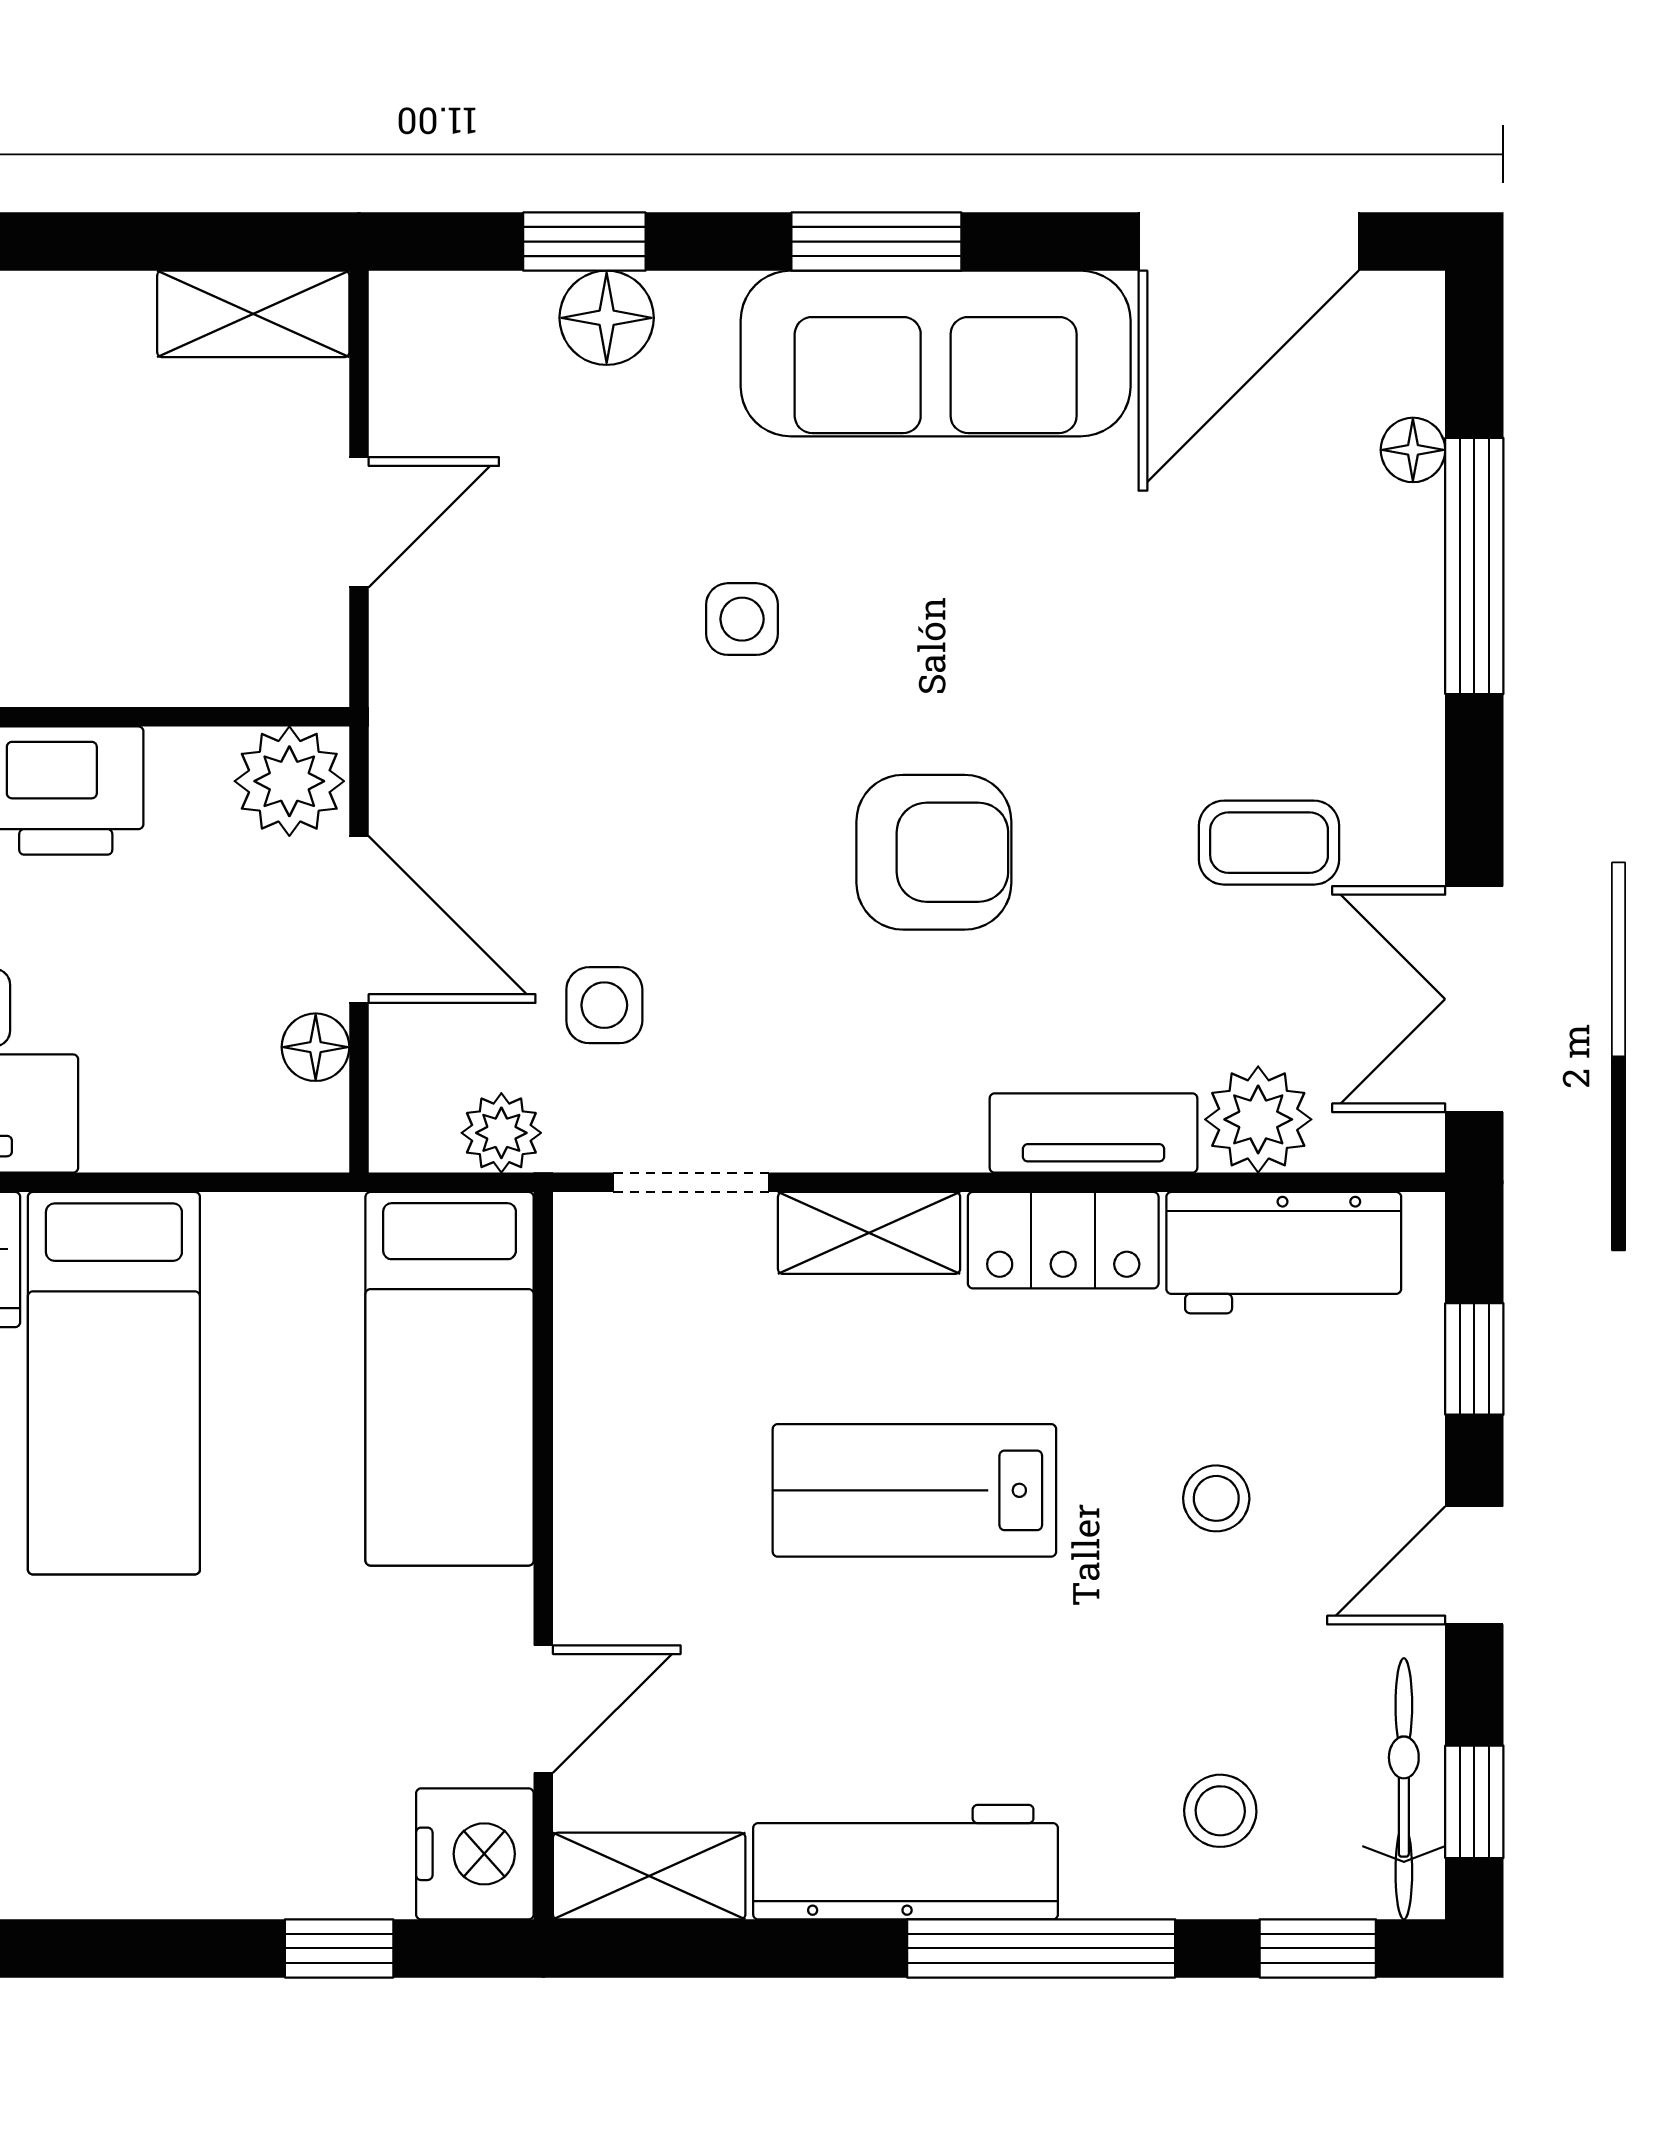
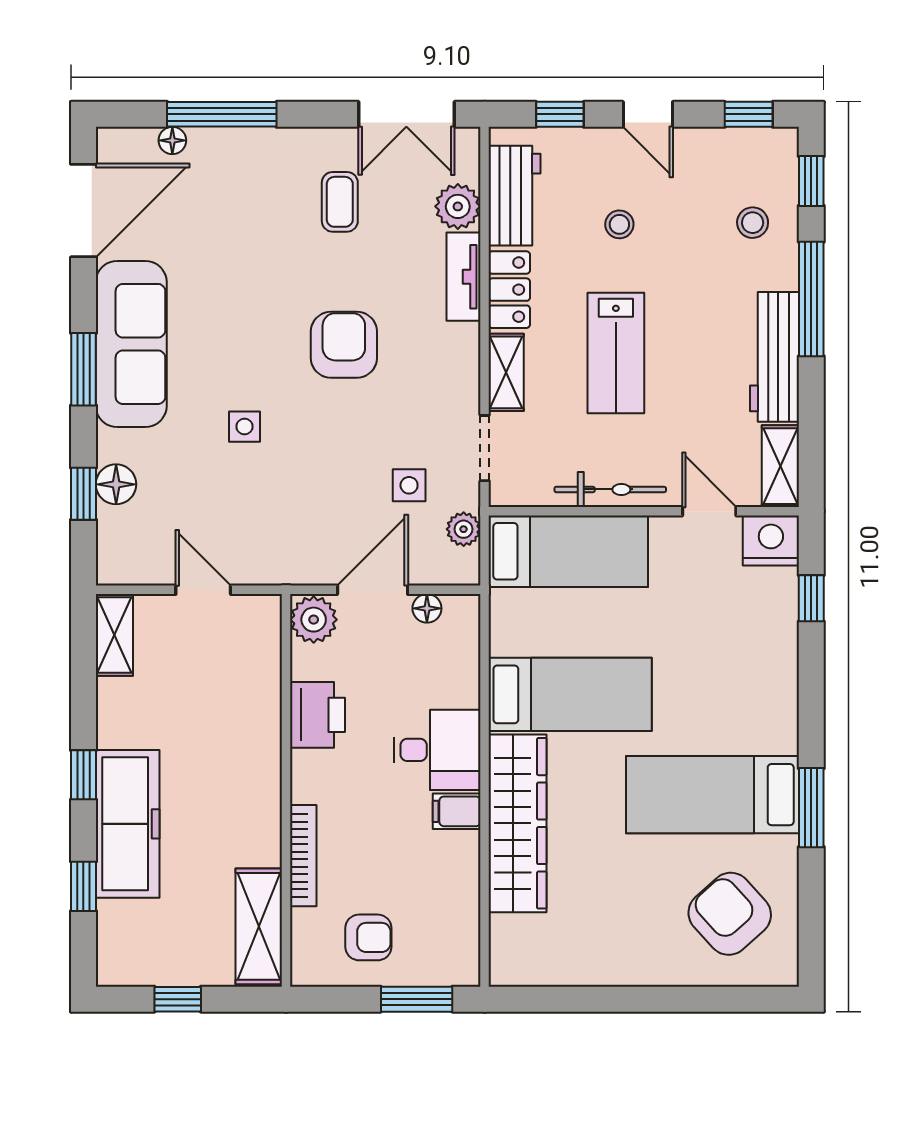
door: (1249, 242) -> (83, 211), hinge flipped
bicycle: (1404, 1789) -> (610, 489), moved, turned 180

